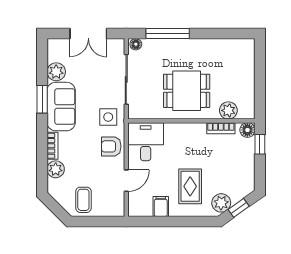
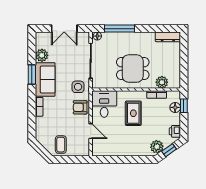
dresser: (237, 45) -> (168, 37), added
floor lamp: (247, 130) -> (175, 107), moved
plant: (56, 169) -> (41, 123), removed
door: (126, 181) -> (91, 131), hinge flipped
printer: (247, 181) -> (175, 131), added
rug: (190, 186) -> (133, 113), moved
filing cabinet: (161, 206) -> (115, 149), removed

